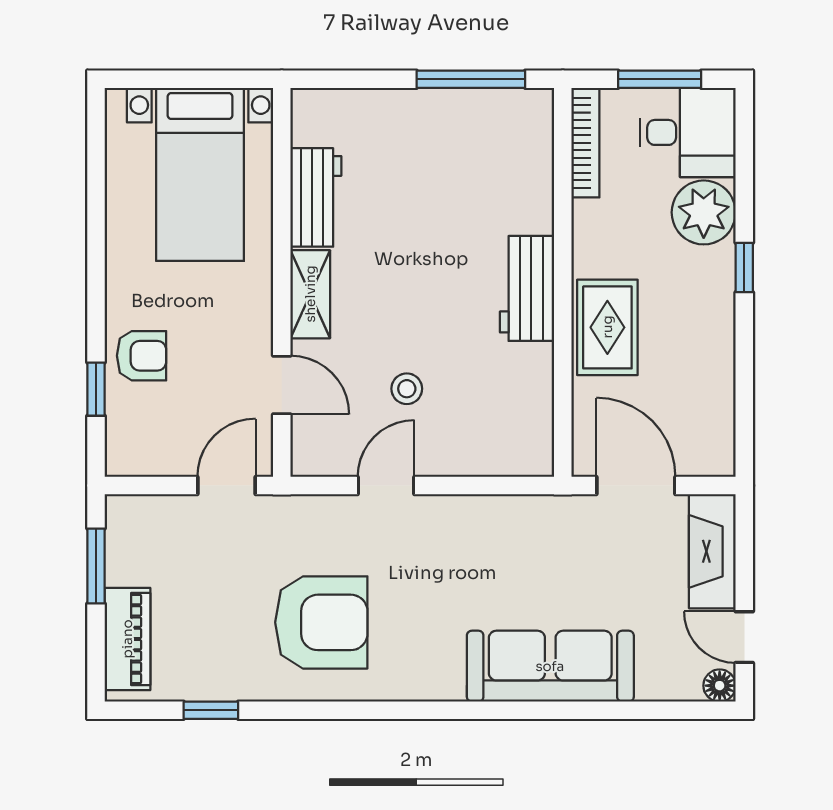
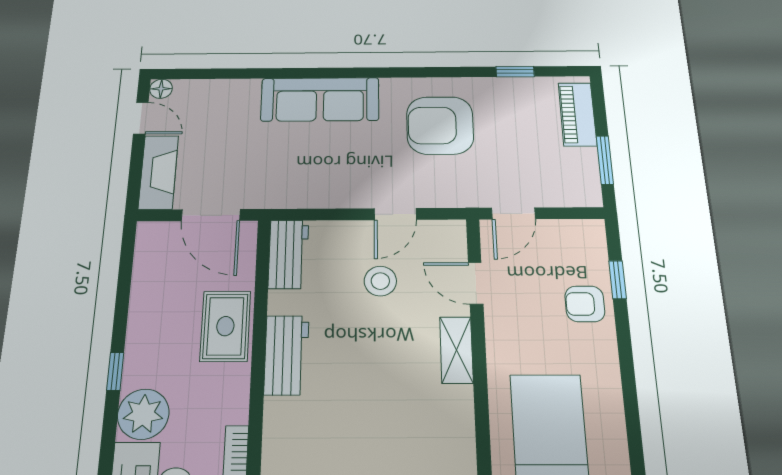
workbench: (316, 197) -> (289, 254), moved, turned 180
stool: (407, 389) -> (380, 281), width x1.37, depth x1.37
sofa: (550, 666) -> (320, 99), moved

